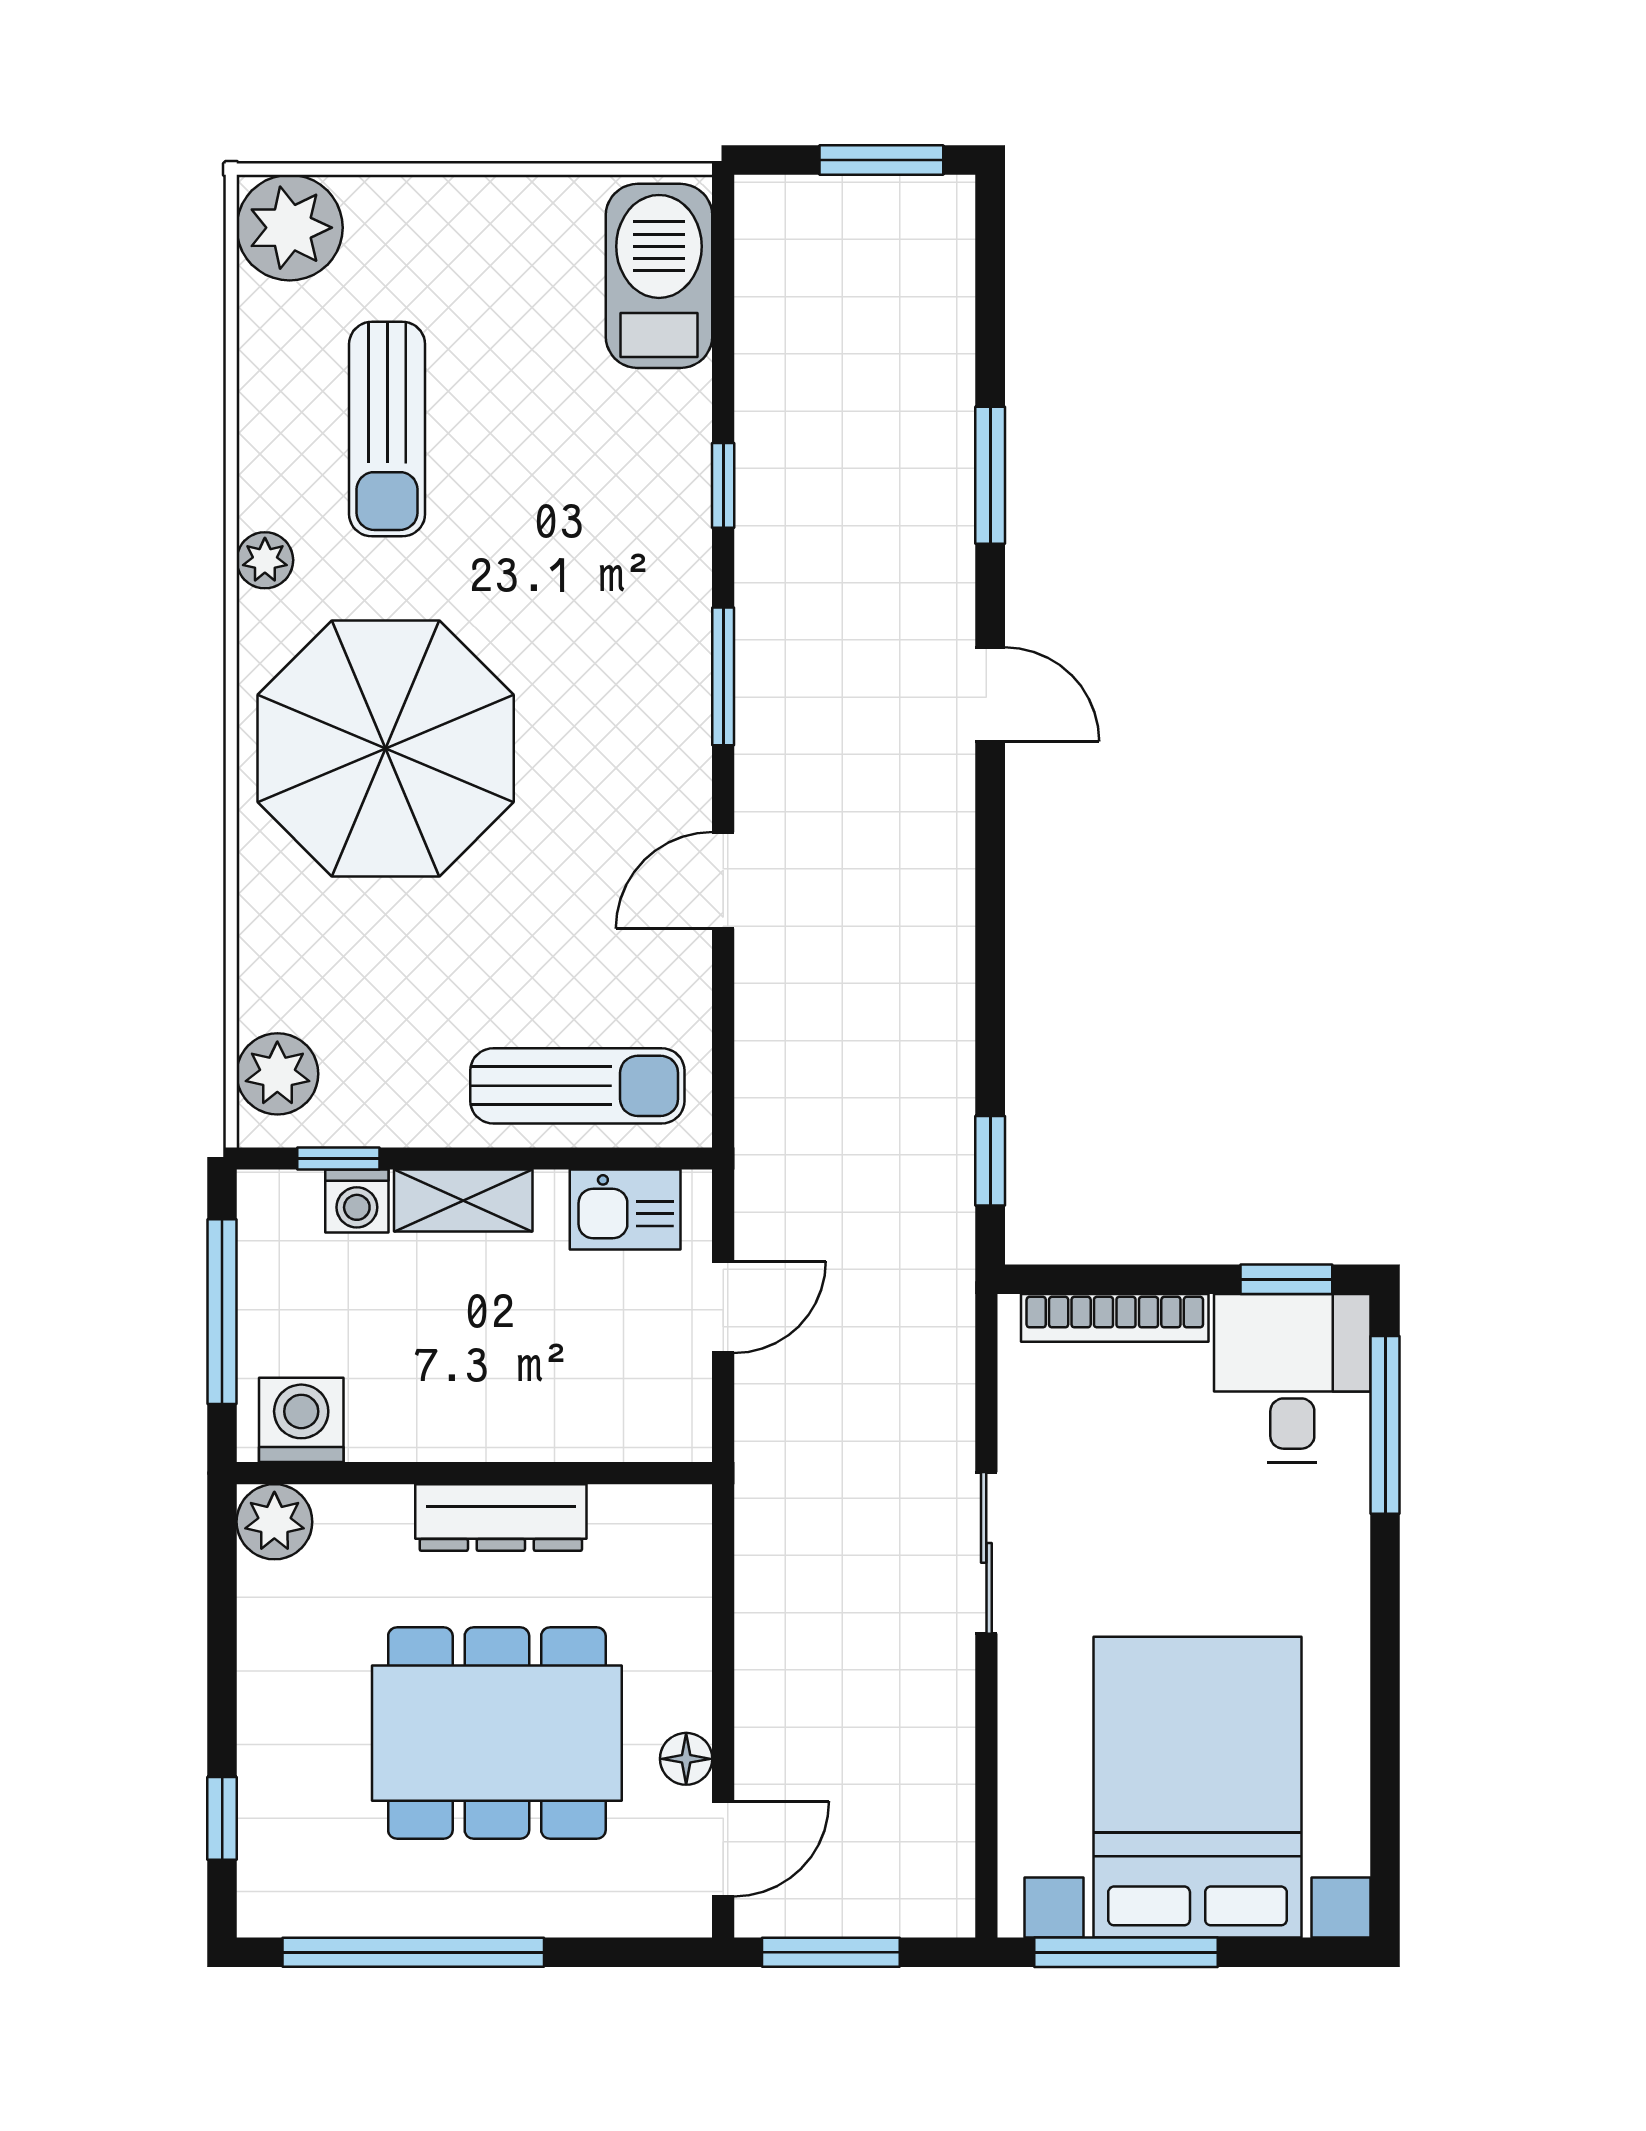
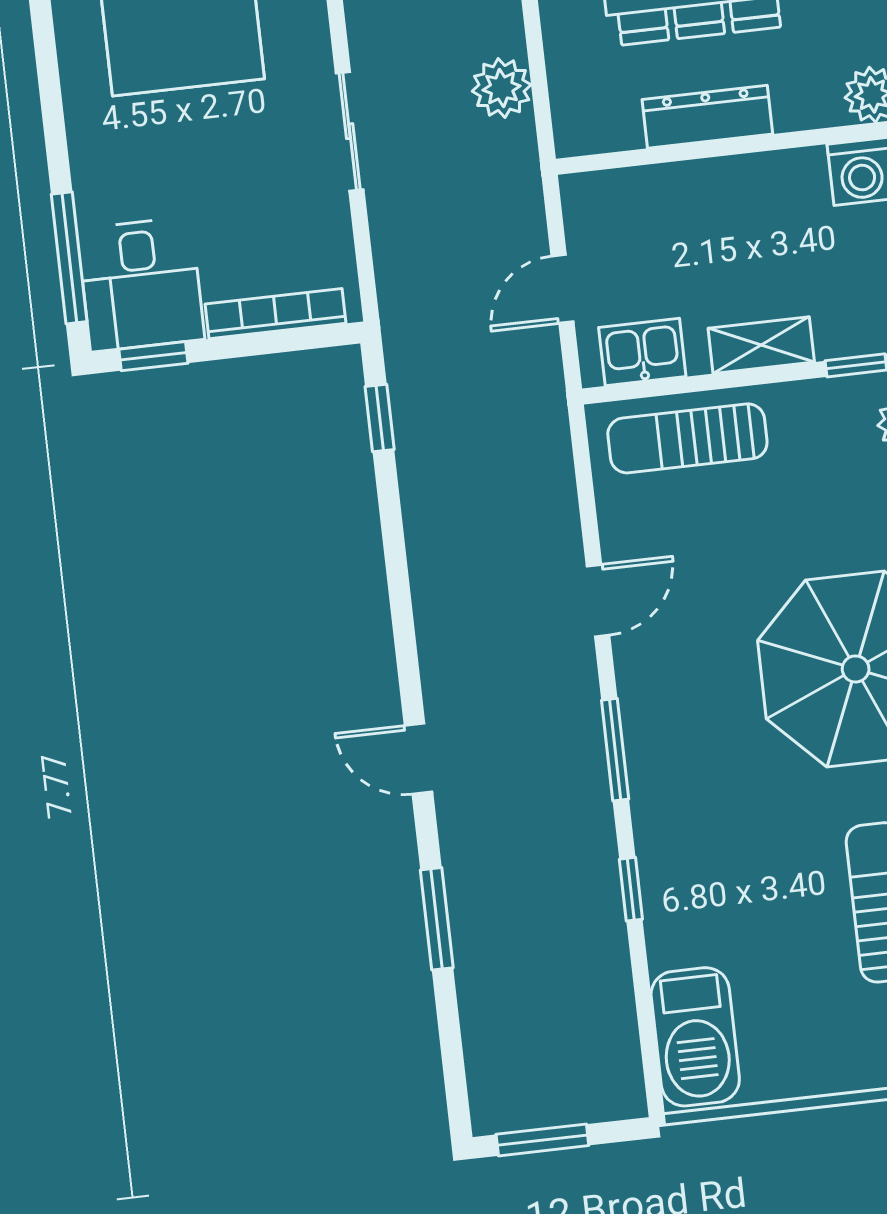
washing machine: (357, 1201) -> (839, 336), removed
plant: (775, 1588) -> (502, 88), added

